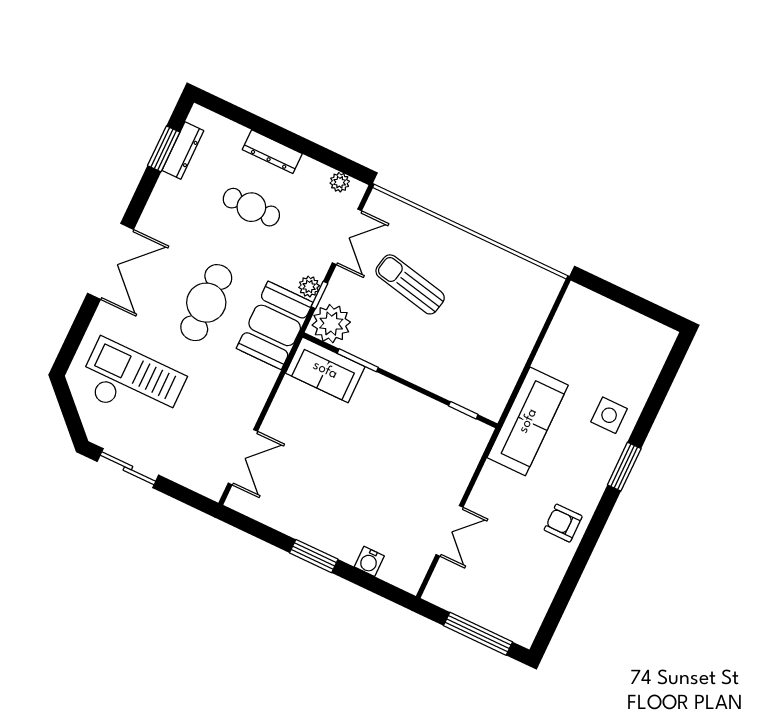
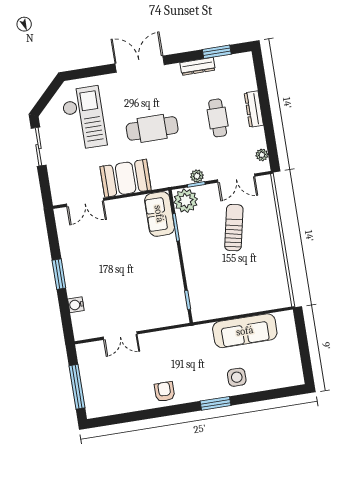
dresser: (183, 151) -> (198, 66), moved
double door: (111, 261) -> (140, 64), swing flipped
booth: (275, 325) -> (126, 178), moved
sofa: (528, 421) -> (245, 331), moved

